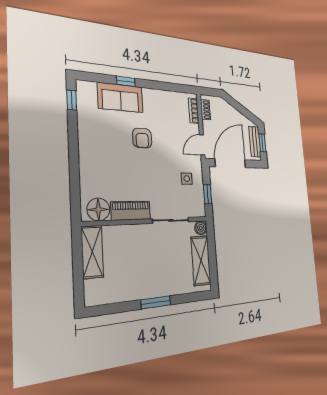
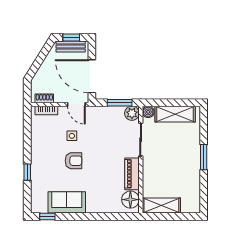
sofa: (120, 98) -> (67, 202), moved, turned -90
side table: (187, 179) -> (72, 136), moved
window: (208, 194) -> (120, 103), width x1.50
plant: (198, 209) -> (132, 113), added

